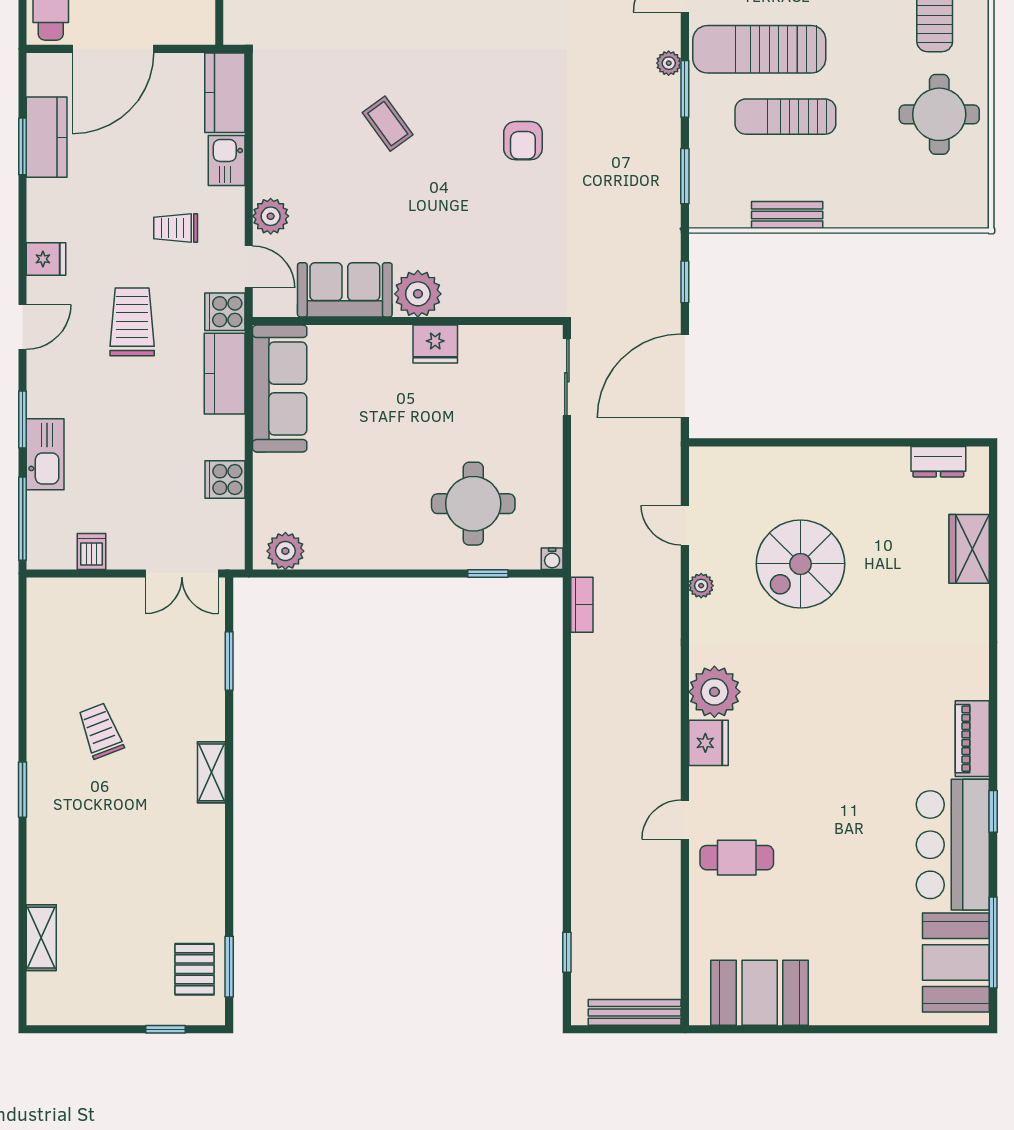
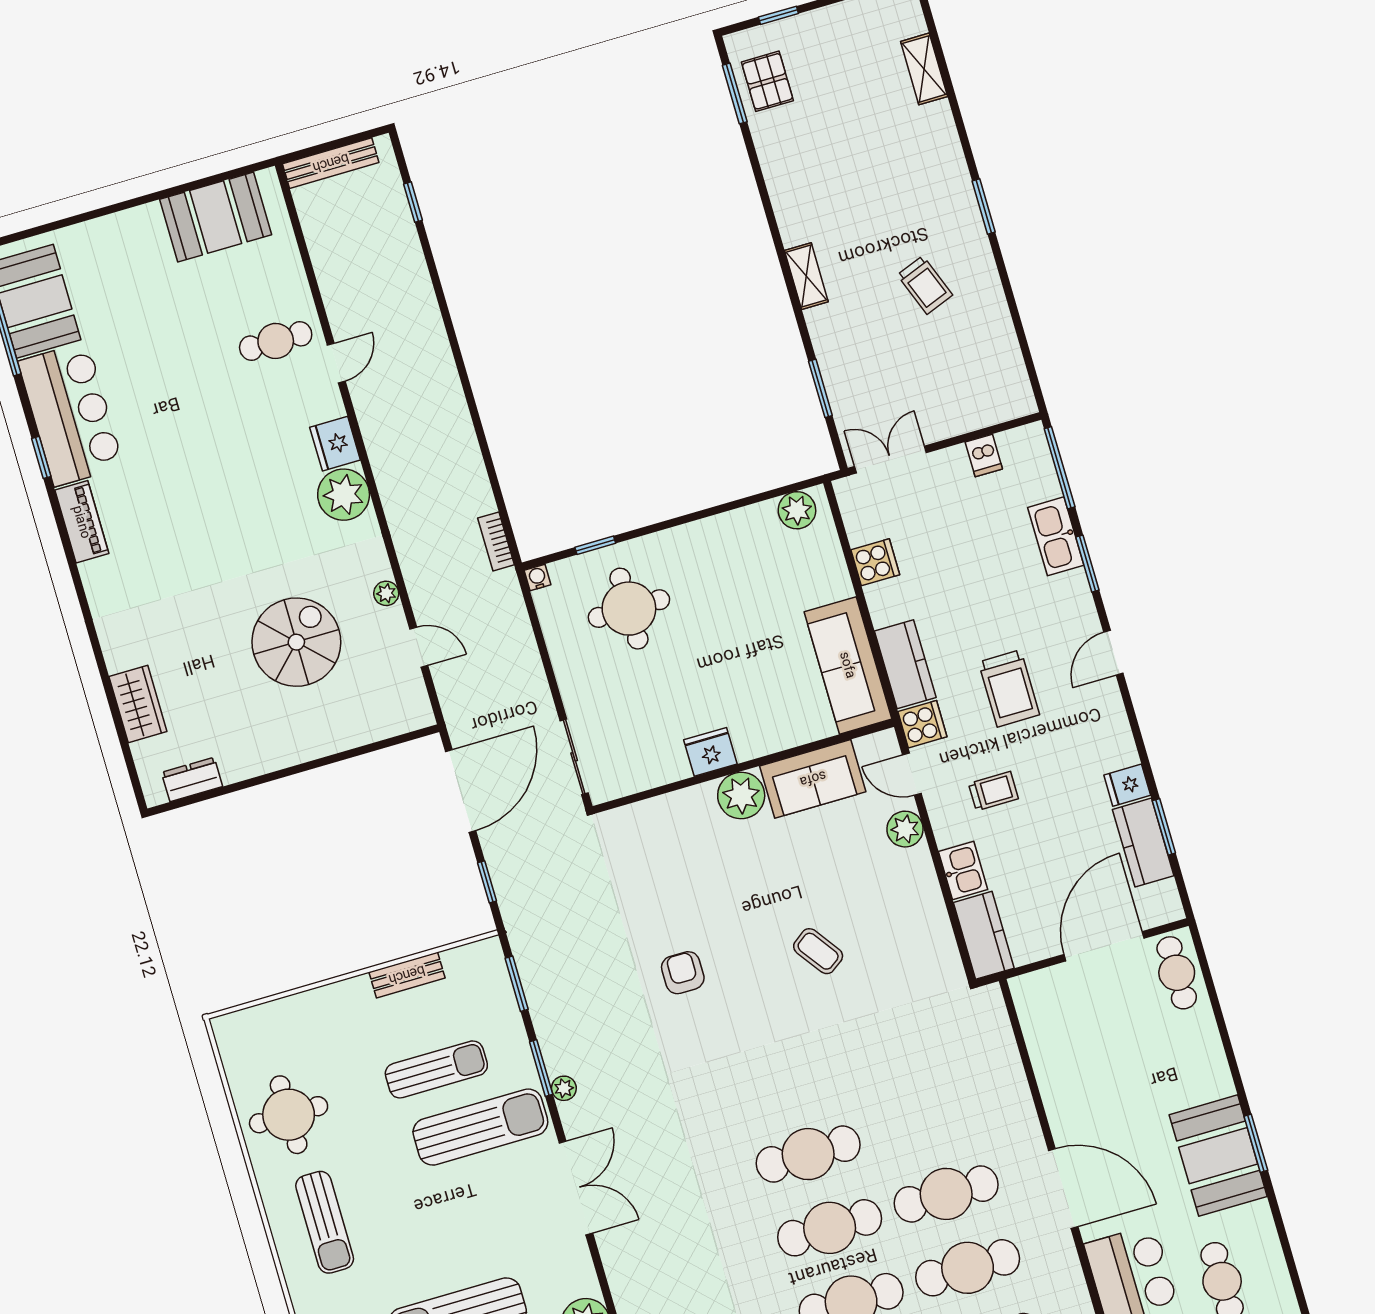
fridge: (46, 259) -> (1127, 785), moved

